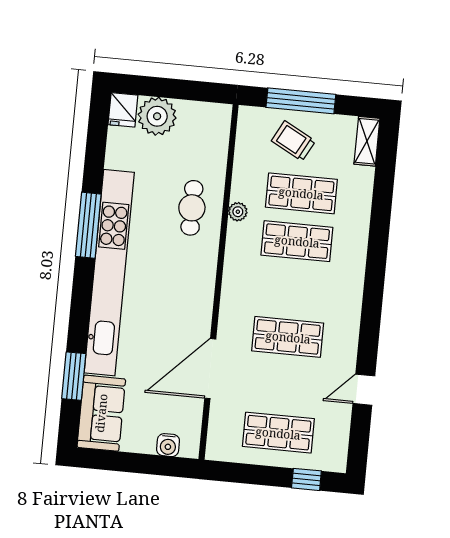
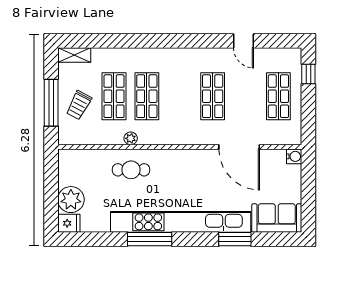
window: (74, 376) -> (235, 239), moved
water cooler: (168, 445) -> (294, 156), moved

